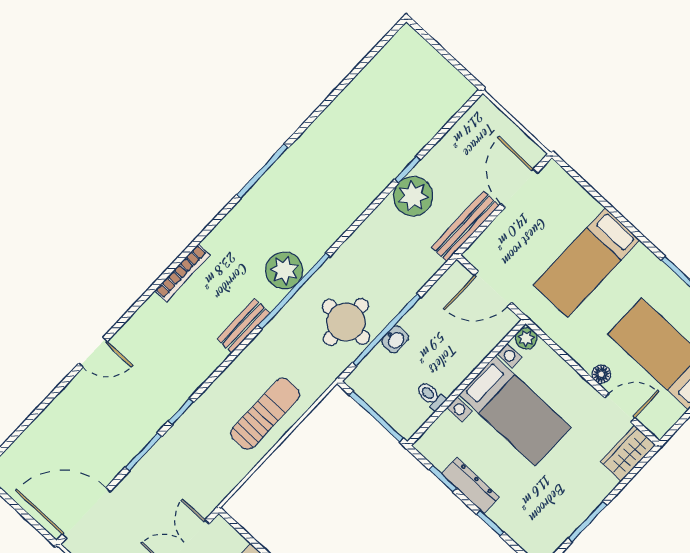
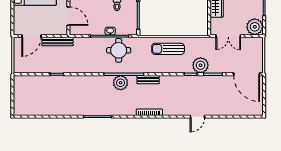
plant: (413, 196) -> (200, 65), moved
door: (93, 352) -> (197, 117), swing flipped

